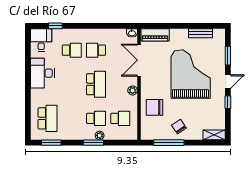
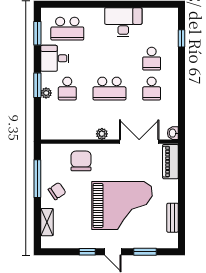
desk: (41, 40) -> (55, 58), moved, turned 180
school desk: (96, 50) -> (152, 89), turned 180
school desk: (120, 118) -> (67, 119), removed
shelving: (214, 135) -> (47, 222), moved

